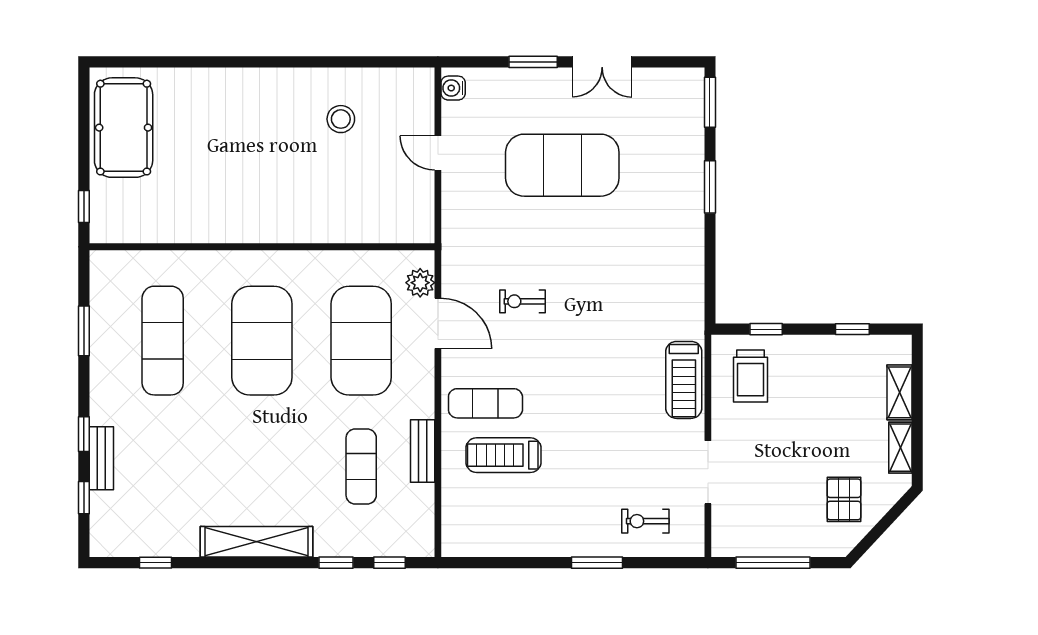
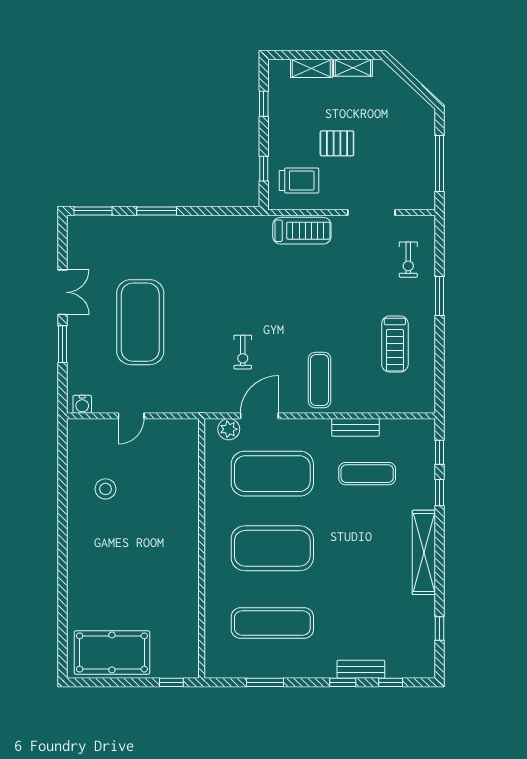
treadmill: (503, 455) -> (395, 344), moved
pallet: (844, 499) -> (337, 143), moved

